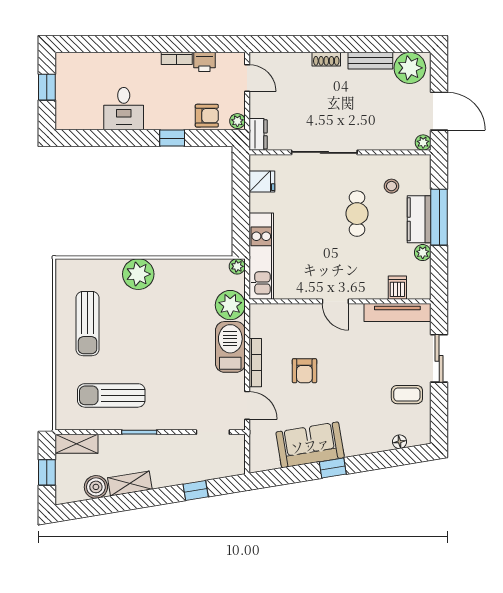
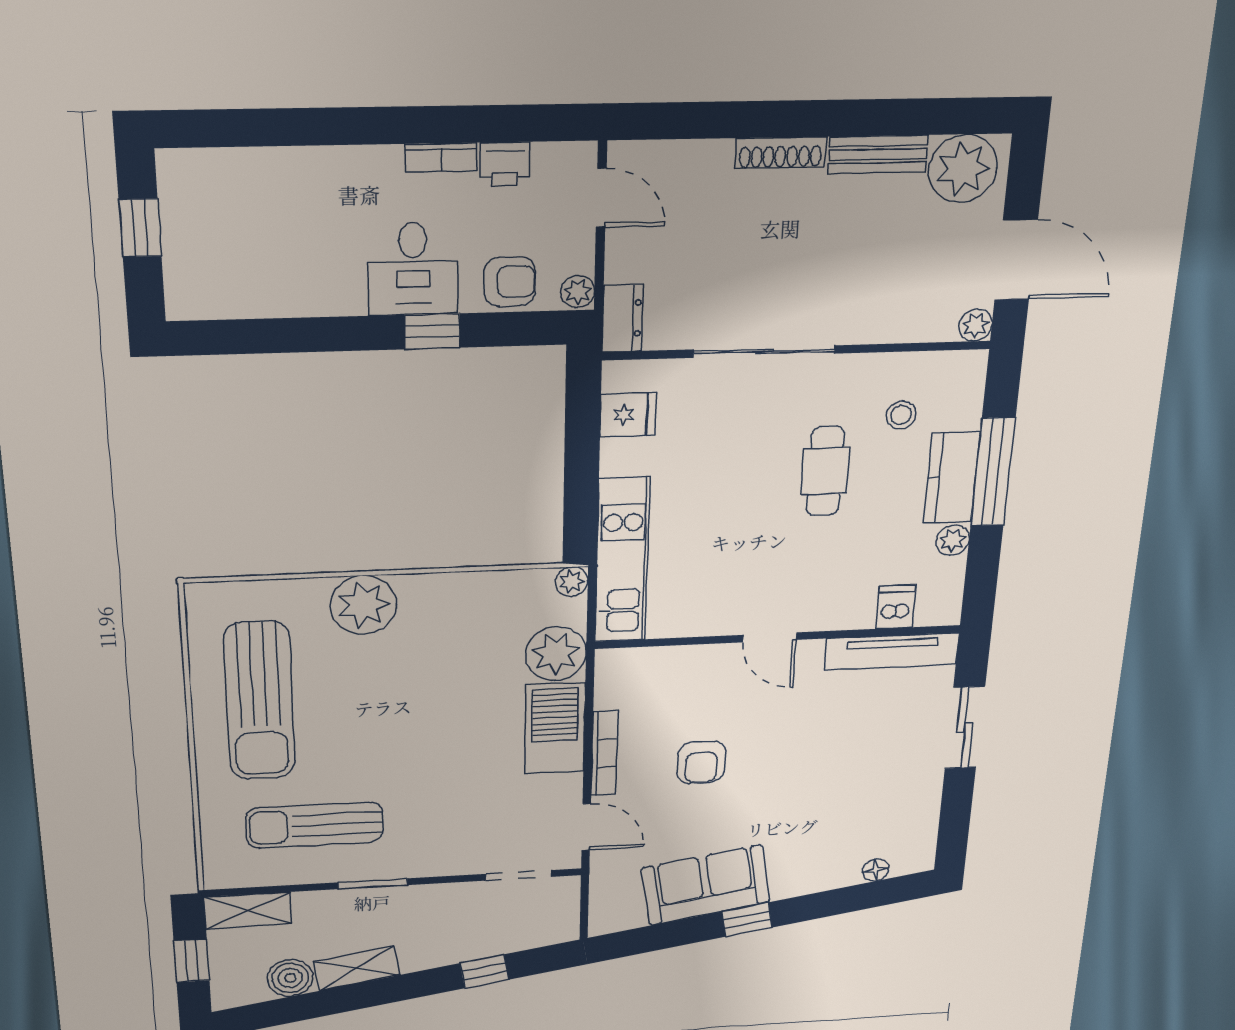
shoe rack: (326, 59) -> (781, 153), width x1.43
desk: (124, 109) -> (413, 269), moved
sun lounger: (88, 324) -> (260, 701), width x1.36, depth x1.34
coffee table: (407, 395) -> (897, 792), removed

